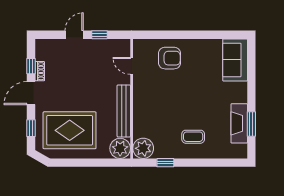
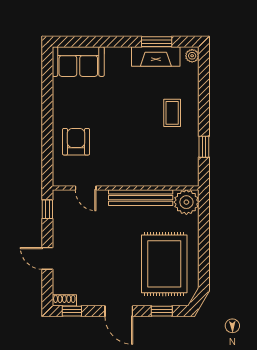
window: (100, 35) -> (47, 209), moved
window: (31, 66) -> (72, 311), moved
door: (132, 66) -> (86, 188), hinge flipped
shoe rack: (40, 71) -> (64, 300), moved
plant: (143, 148) -> (192, 56), moved, width x0.53, depth x0.53

